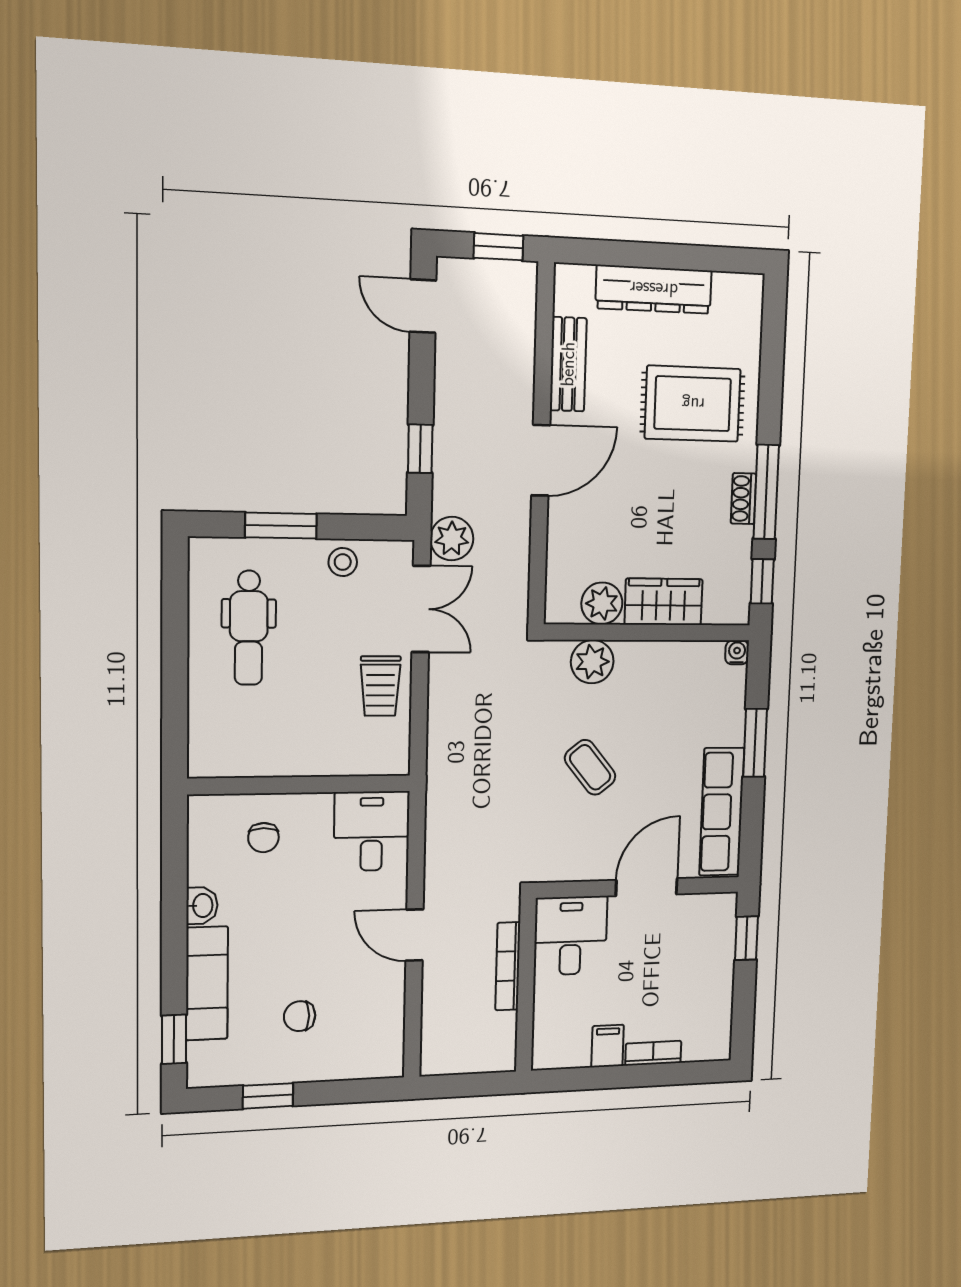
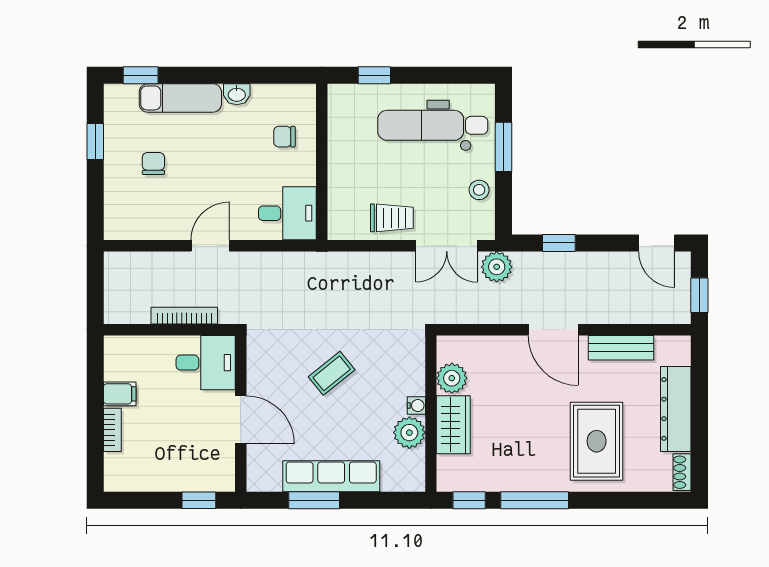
door: (423, 306) -> (657, 243), swing flipped
shoe rack: (743, 499) -> (682, 472), moved, turned -90
dental chair: (249, 628) -> (433, 125), width x1.36, depth x1.38
water cooler: (737, 652) -> (416, 405), moved
plant: (592, 662) -> (409, 433), moved
trolley: (380, 686) -> (392, 218), turned 180
window: (175, 712) -> (374, 75), added
window: (755, 743) -> (314, 500), moved
row of seats: (722, 812) -> (331, 476), moved

